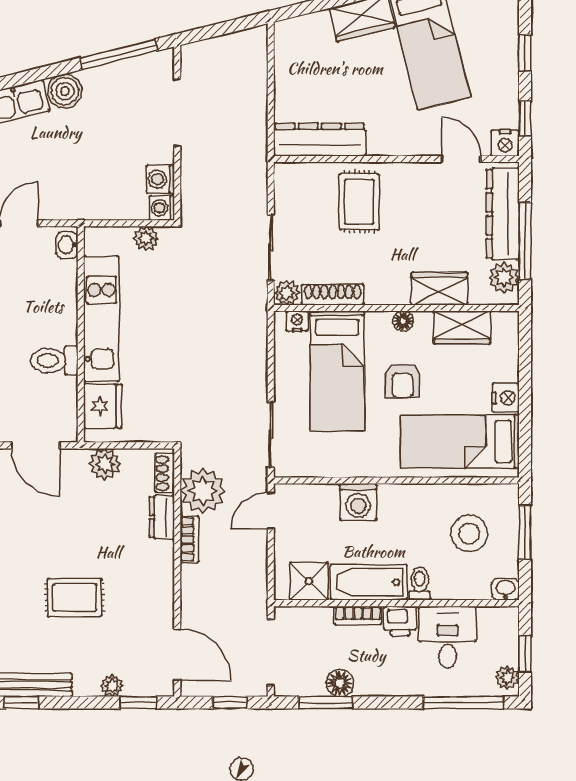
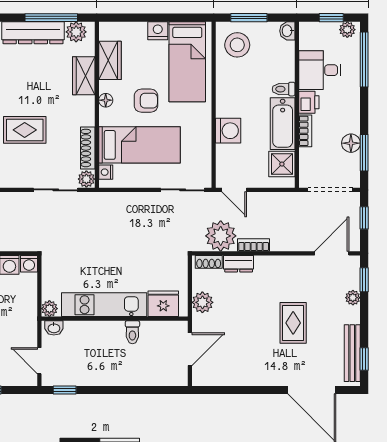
plant: (146, 238) -> (49, 309), moved
toilet: (54, 361) -> (132, 332), width x0.73, depth x0.72
stool: (469, 533) -> (237, 45), moved

